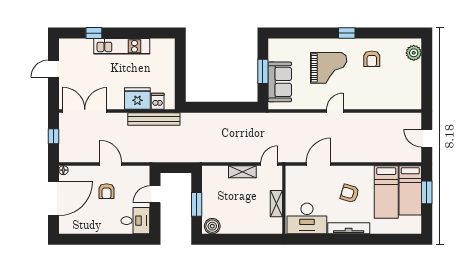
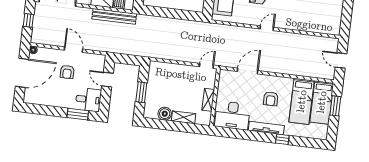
shelving: (242, 172) -> (184, 117), moved
armchair: (350, 193) -> (271, 99), turned -107
door: (155, 194) -> (108, 80), hinge flipped
boiler: (212, 226) -> (165, 114), moved
window: (125, 239) -> (78, 114), added
window: (369, 239) -> (282, 139), added

